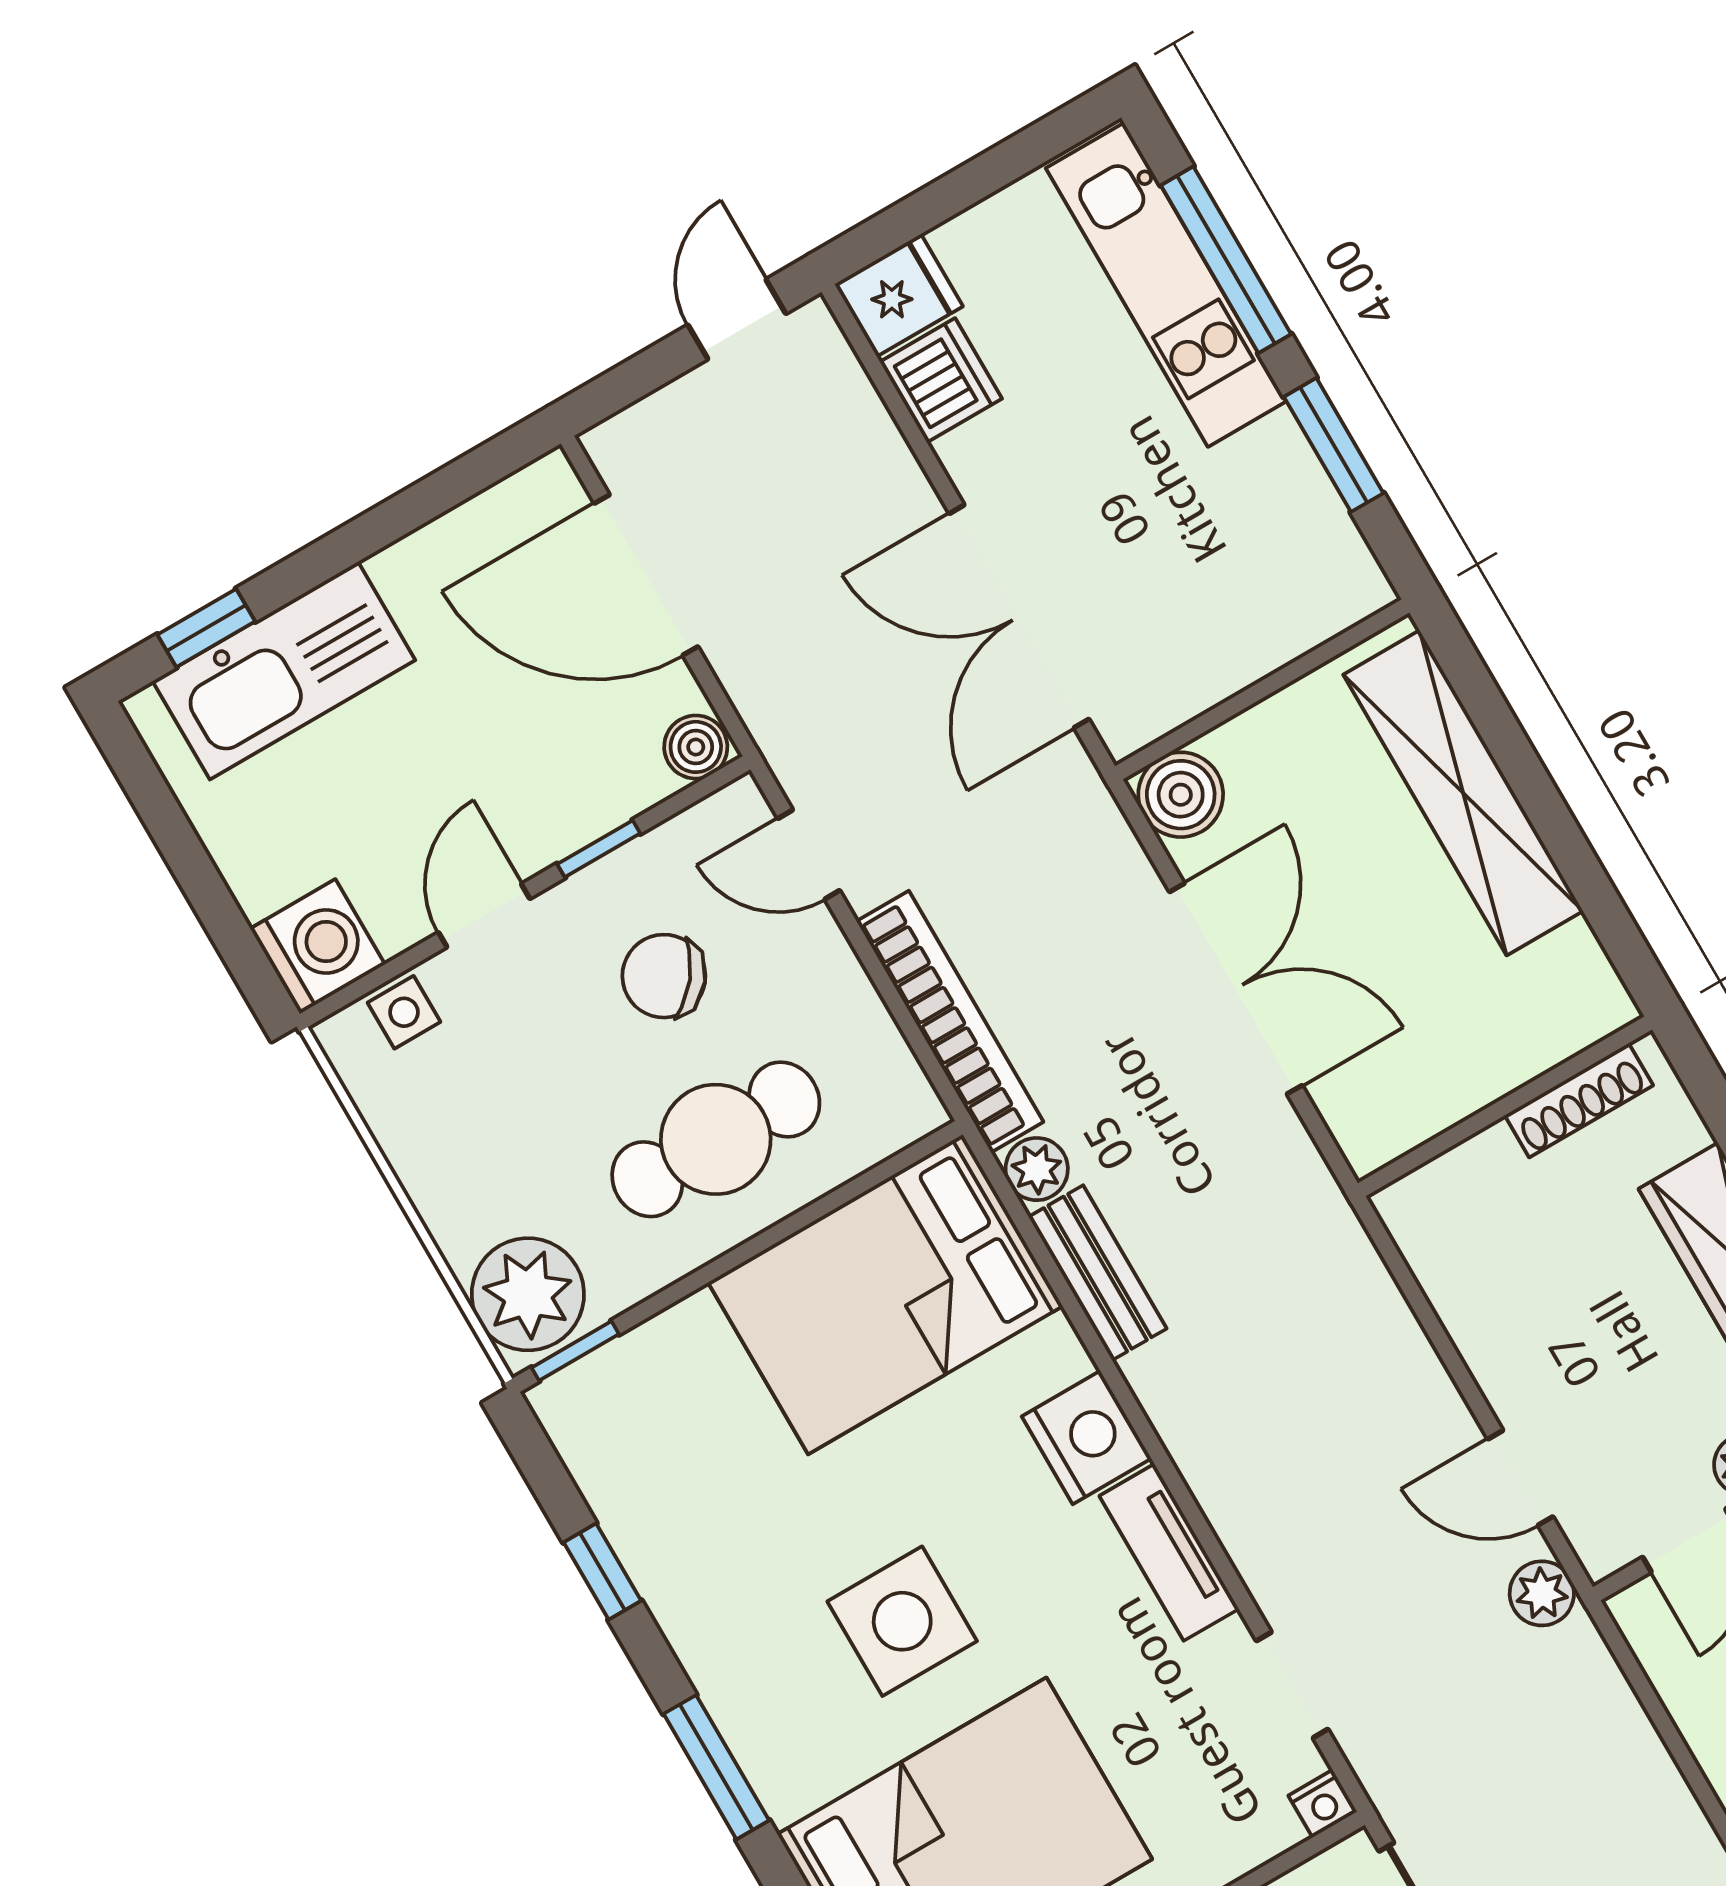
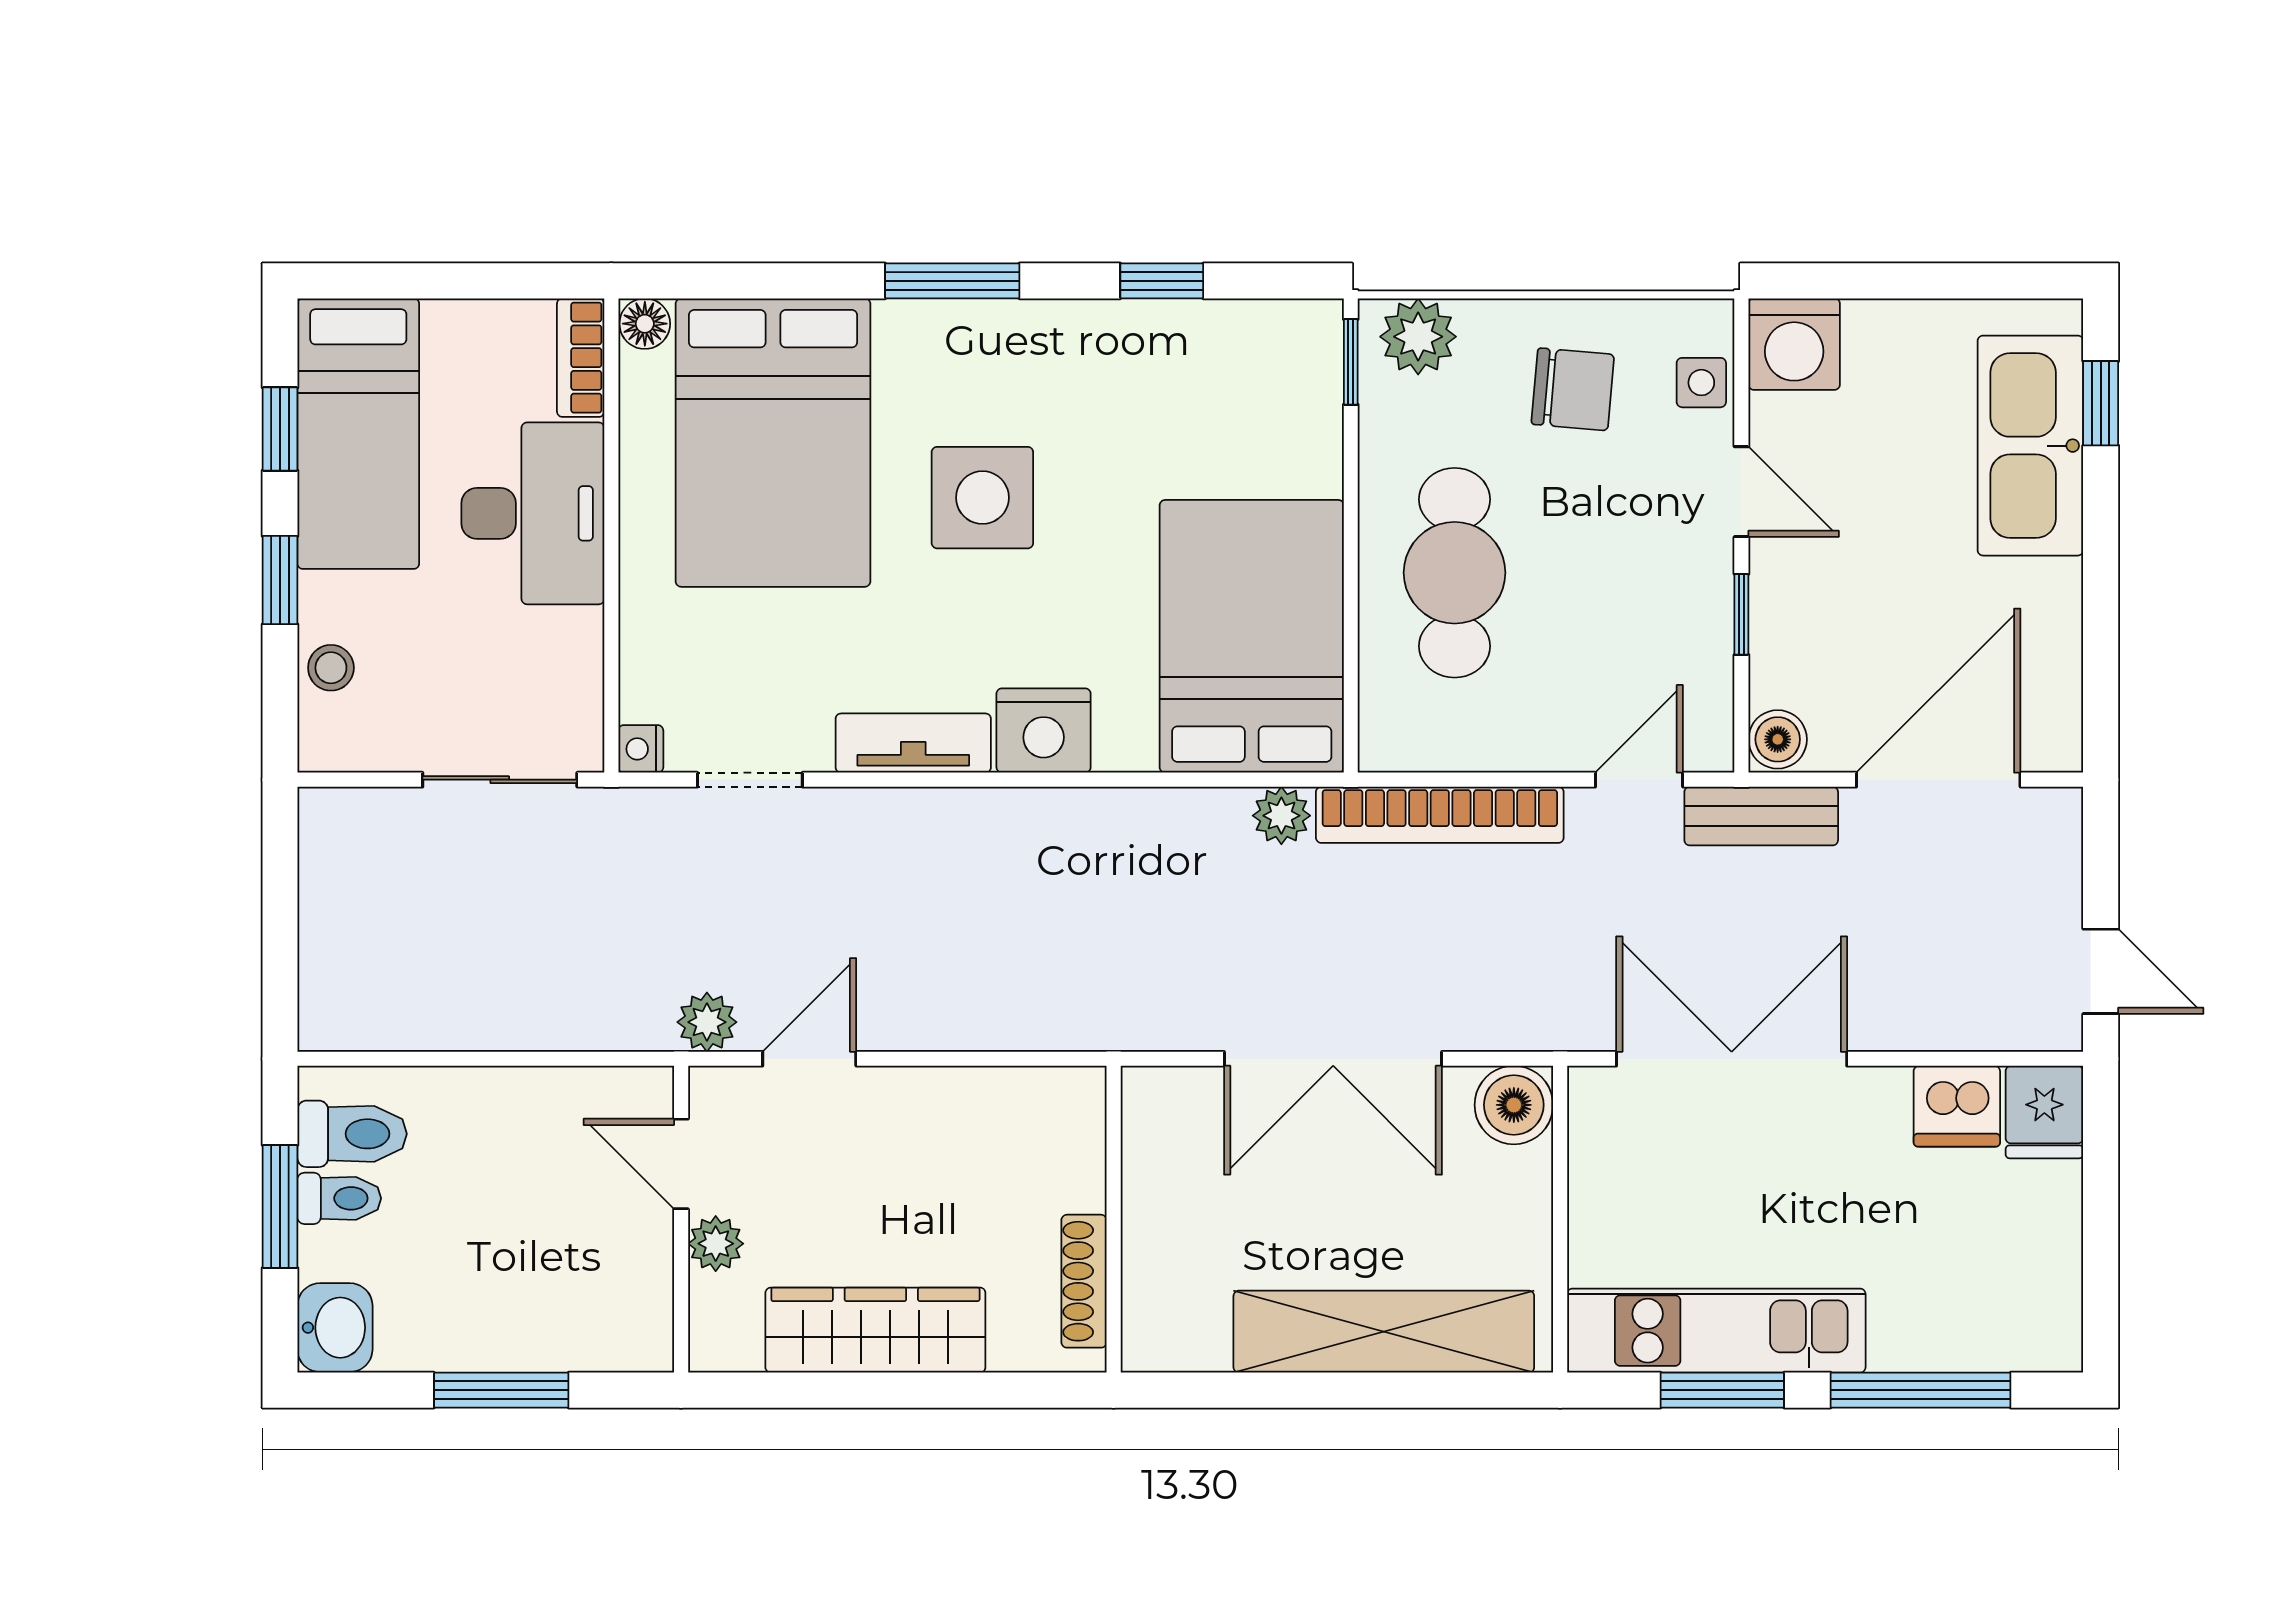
kitchen unit: (1166, 285) -> (1716, 1331), moved
chair: (664, 976) -> (1573, 389), moved, turned 57
bench: (1098, 1273) -> (1761, 816), moved
plant: (528, 1294) -> (1418, 337), width x0.73, depth x0.73

